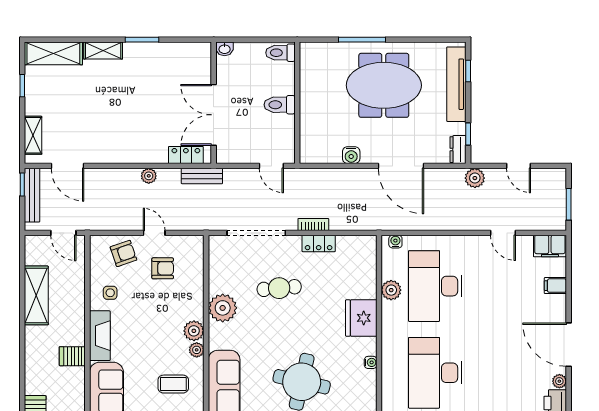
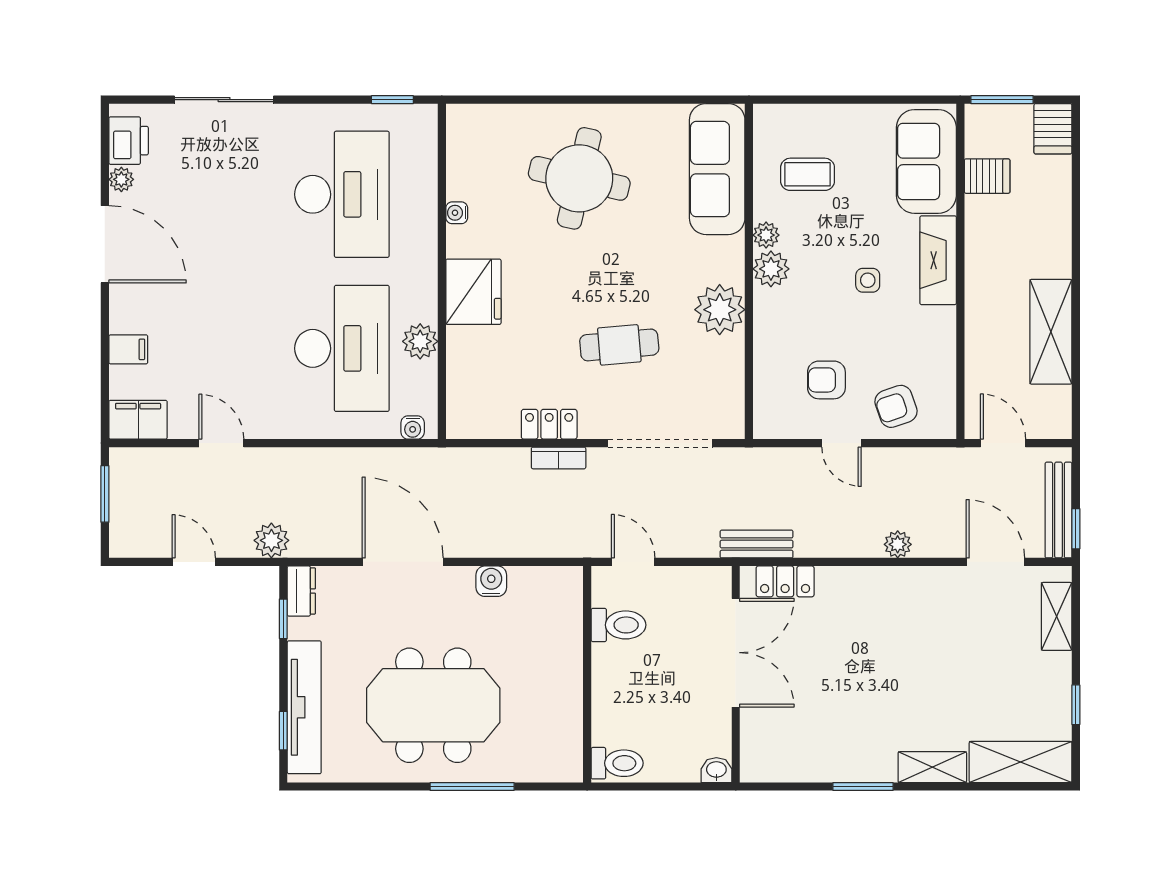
toilet: (280, 105) -> (618, 625), moved
plant: (149, 176) -> (898, 544), moved
side table: (110, 293) -> (868, 280), moved
server rack: (72, 356) -> (987, 176), moved

